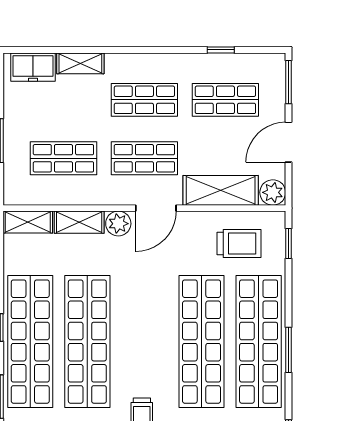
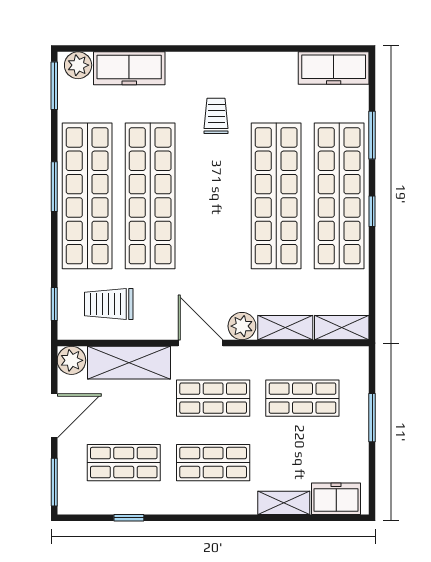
door: (156, 208) -> (200, 343), hinge flipped

